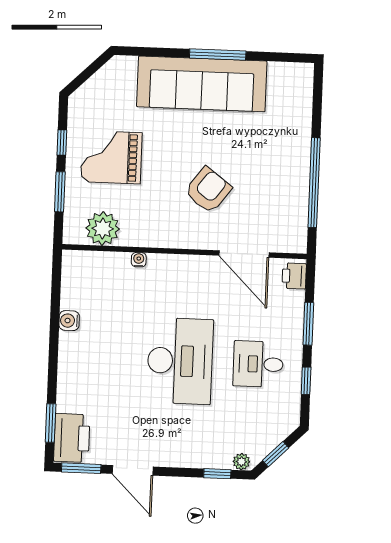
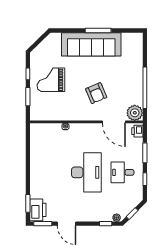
armchair: (208, 190) -> (96, 93), turned 120
plant: (103, 229) -> (135, 113), moved
water cooler: (69, 321) -> (35, 156), removed

